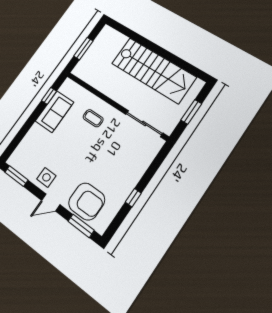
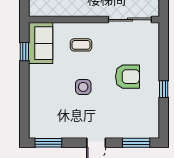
sofa: (54, 112) -> (41, 43), moved
side table: (46, 177) -> (83, 87), moved
armchair: (87, 201) -> (127, 77), moved, width x0.73, depth x0.73

